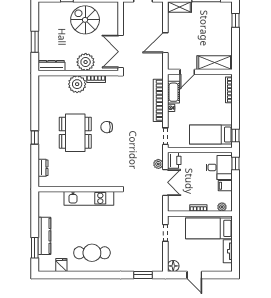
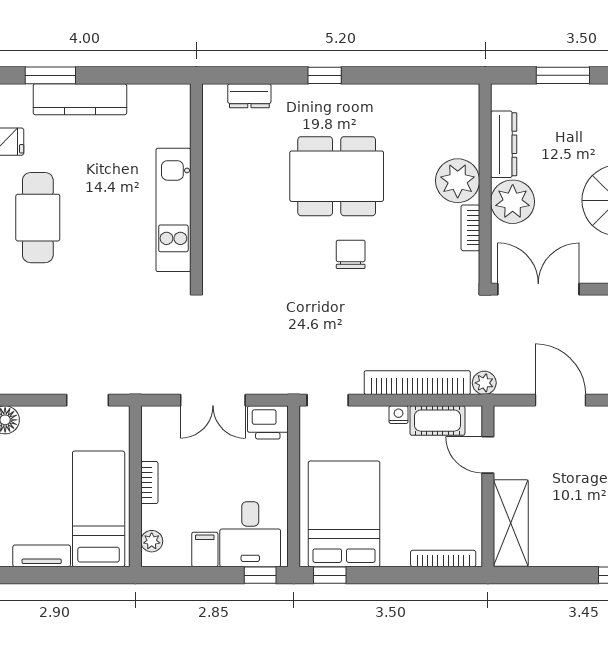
dresser: (52, 66) -> (504, 144), moved
bed: (211, 135) -> (344, 514), width x1.50
plant: (158, 164) -> (484, 383), moved

